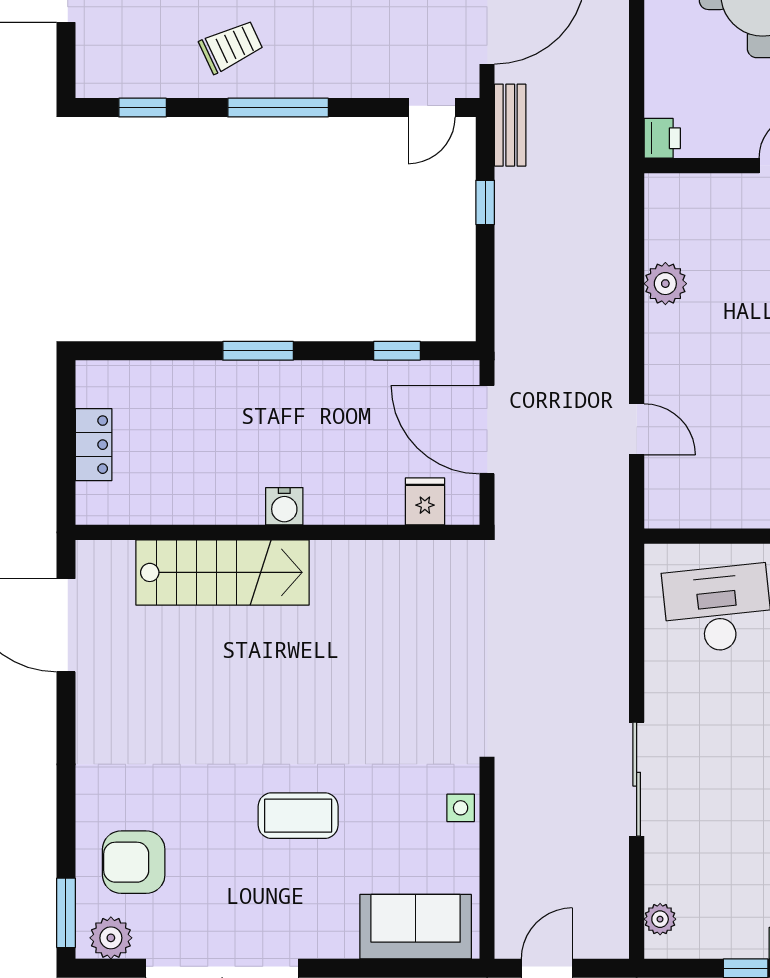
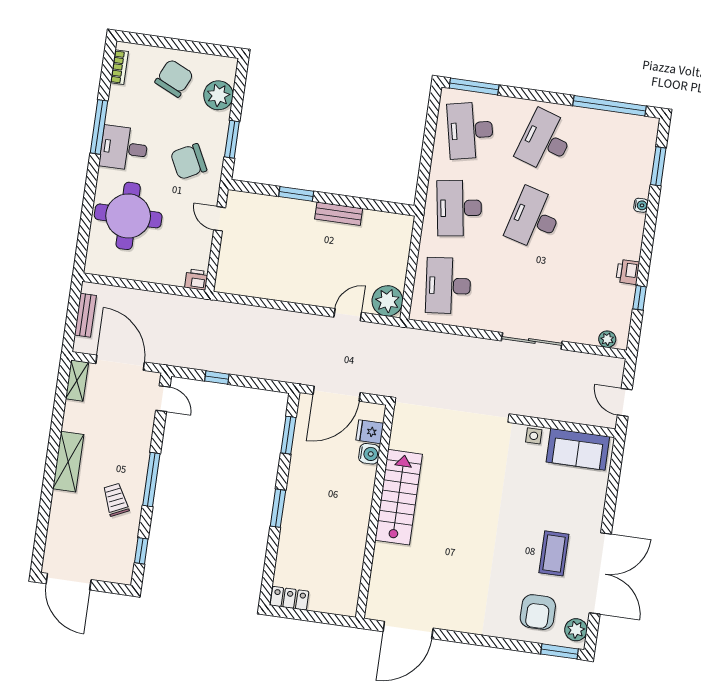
bench: (510, 125) -> (178, 359), removed
plant: (665, 284) -> (387, 301), moved, width x1.36, depth x1.36
window: (397, 351) -> (288, 435), width x1.50
locker: (94, 445) -> (290, 598), moved
water cooler: (284, 506) -> (369, 454), moved
stairs: (223, 572) -> (399, 497), moved
coffee table: (298, 816) -> (554, 553), moved
sofa: (416, 927) -> (578, 449), moved, turned -90

